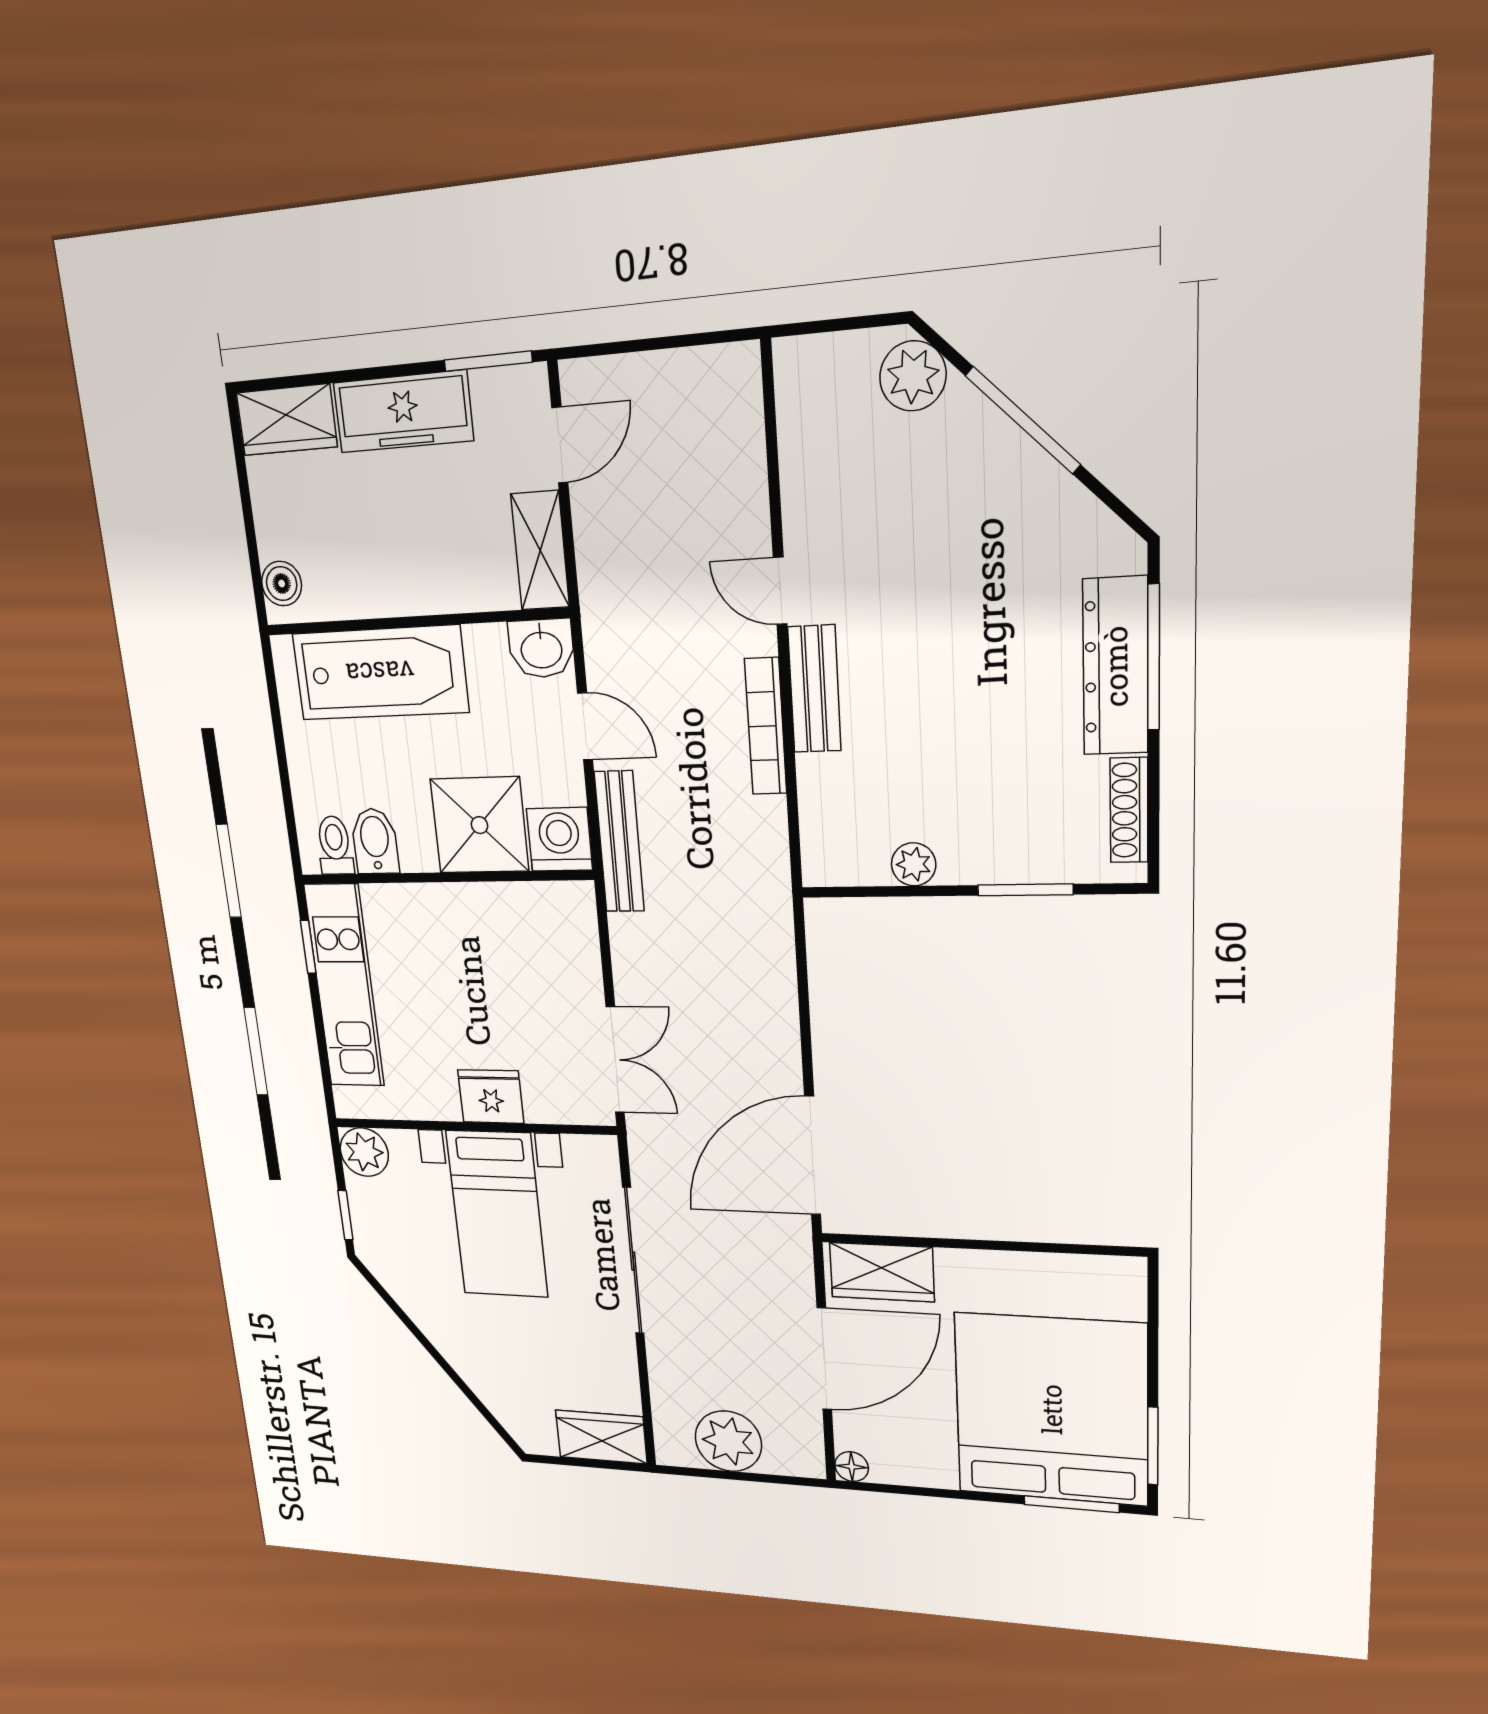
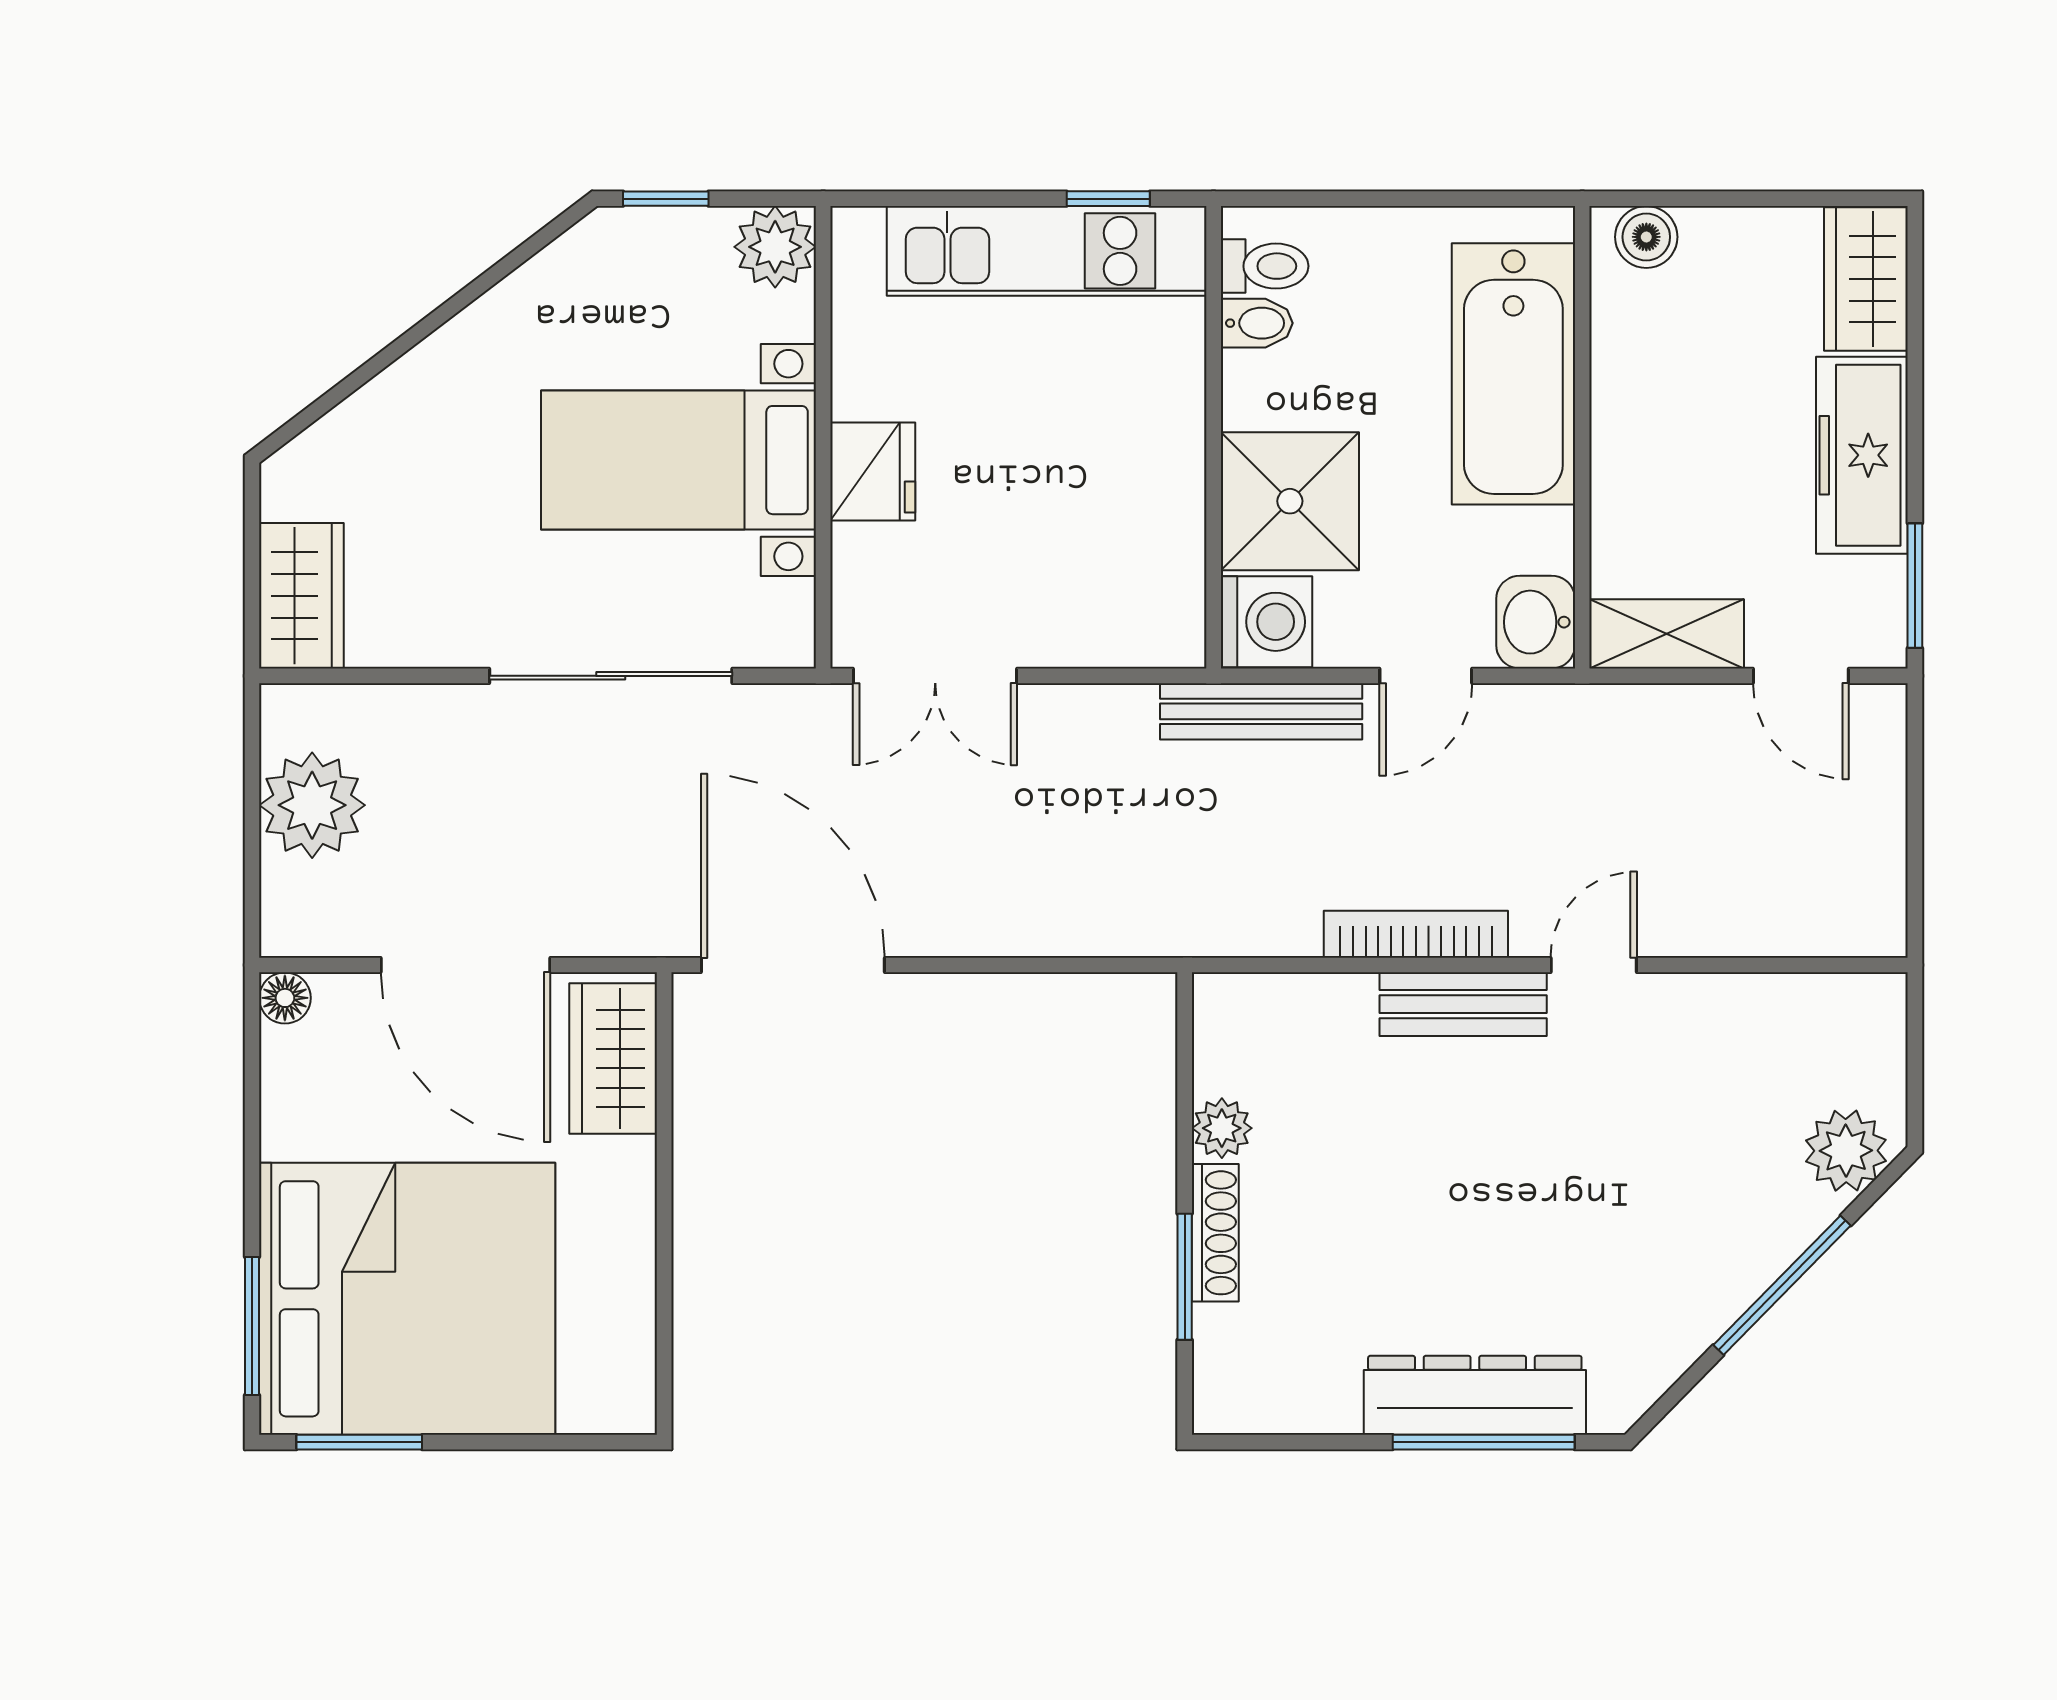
shoe rack: (1129, 810) -> (1215, 1233), moved, turned 90
bidet: (375, 841) -> (1257, 323), width x0.72, depth x0.74

